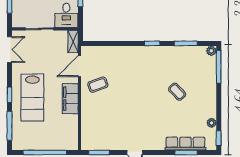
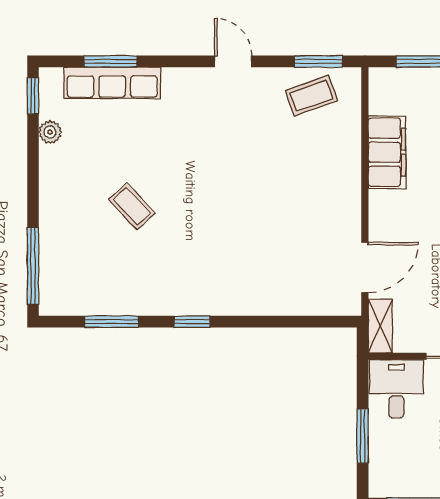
plant: (211, 51) -> (51, 304), removed
coffee table: (98, 85) -> (311, 96), moved
filing cabinet: (70, 99) -> (387, 152), moved

